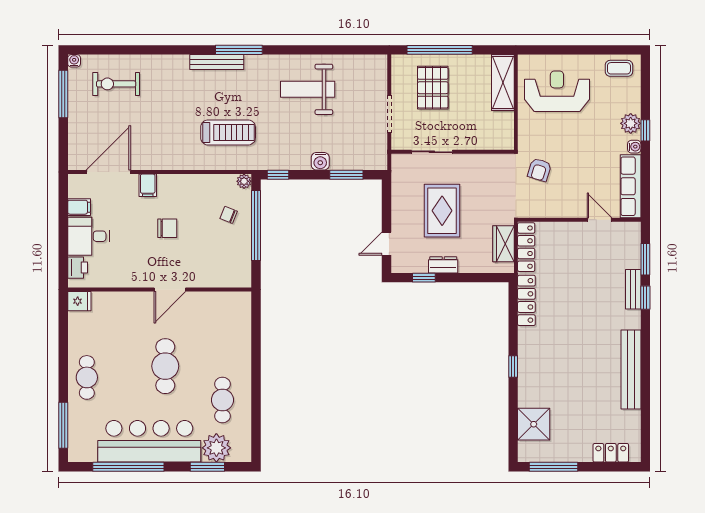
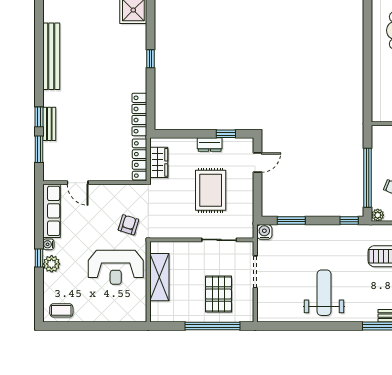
shelving: (503, 83) -> (159, 277), moved
weight bench: (308, 89) -> (324, 293), turned -90
reception desk: (557, 91) -> (116, 267), moved
water cooler: (320, 161) -> (264, 232), moved

